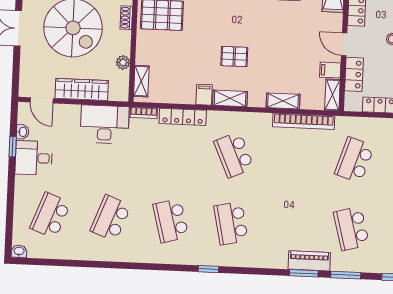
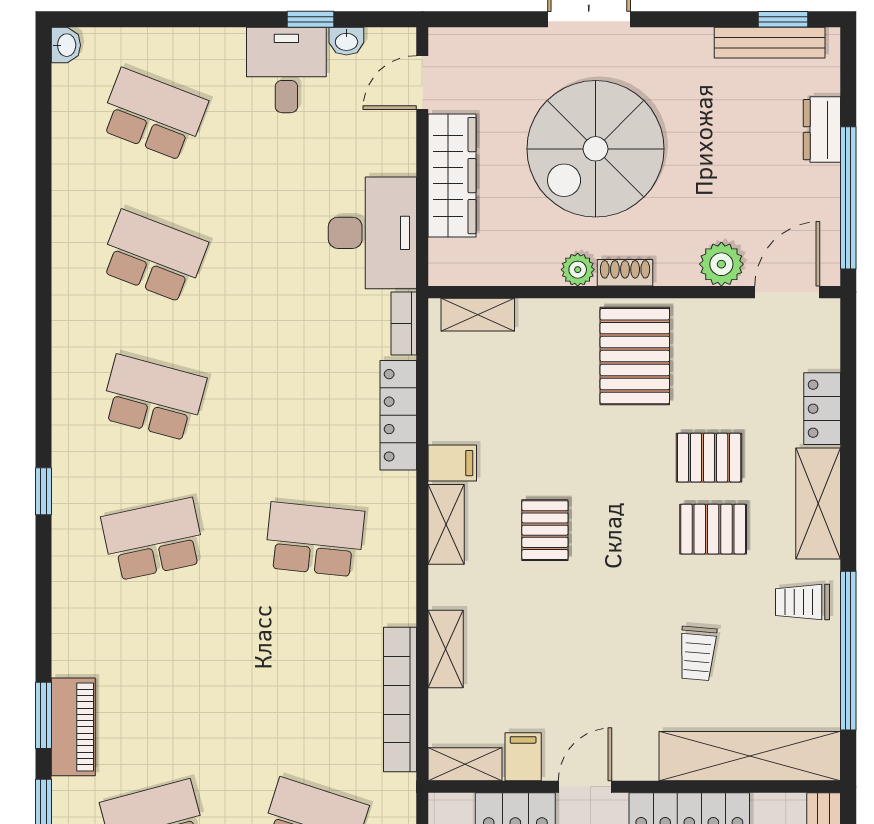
plant: (123, 62) -> (578, 270), moved
school desk: (234, 155) -> (314, 539), turned 30
school desk: (171, 221) -> (153, 398), turned 30

